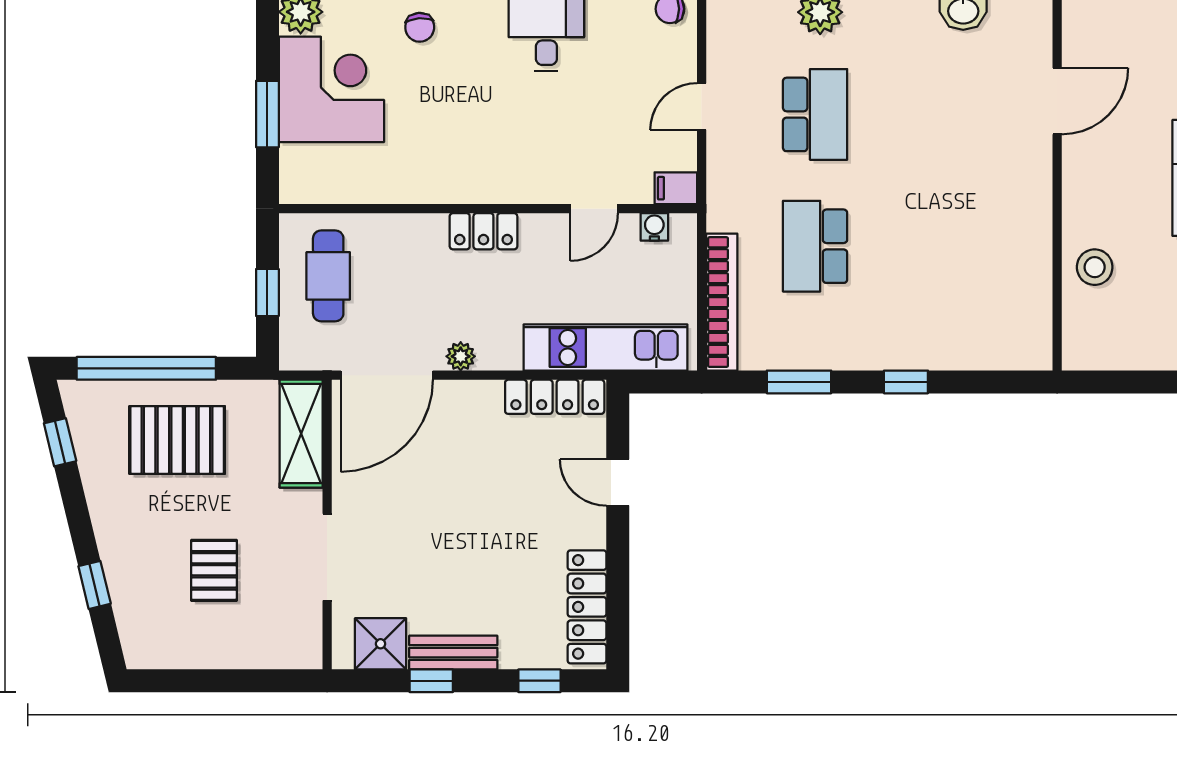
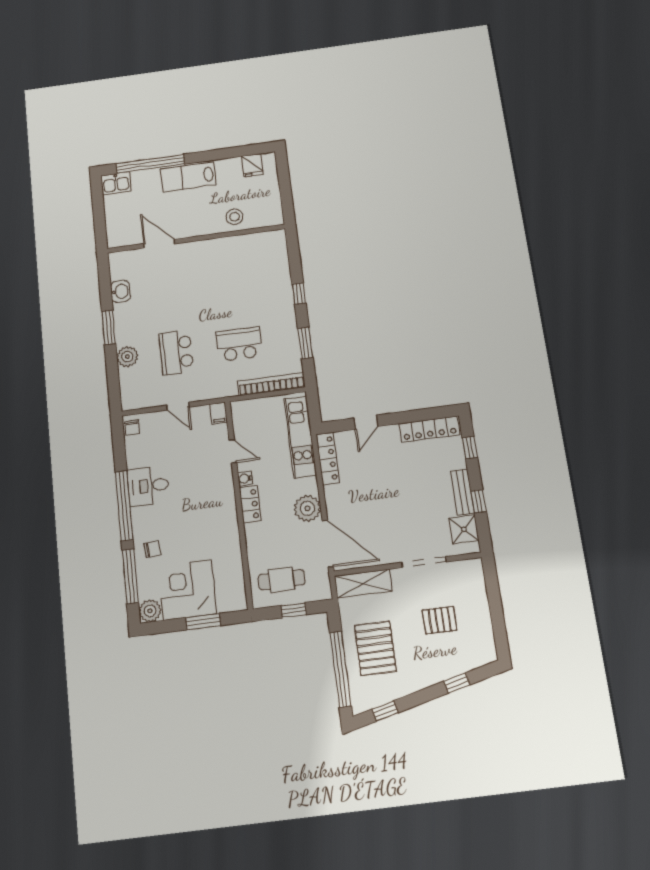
school desk: (815, 114) -> (176, 352), turned -90
water cooler: (654, 227) -> (245, 479), moved
school desk: (815, 246) -> (239, 344), turned 180
plant: (461, 356) -> (307, 508), width x1.87, depth x1.87

